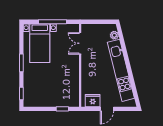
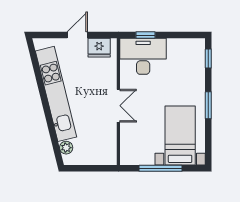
double door: (80, 43) -> (118, 106), moved
desk: (64, 95) -> (143, 56), added

